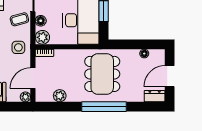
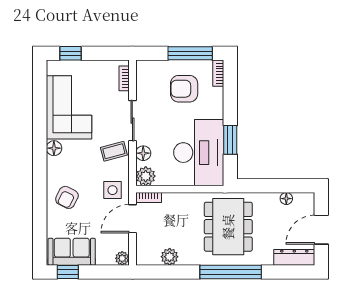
door: (33, 78) -> (132, 219), moved
dresser: (155, 96) -> (294, 257), width x1.44

